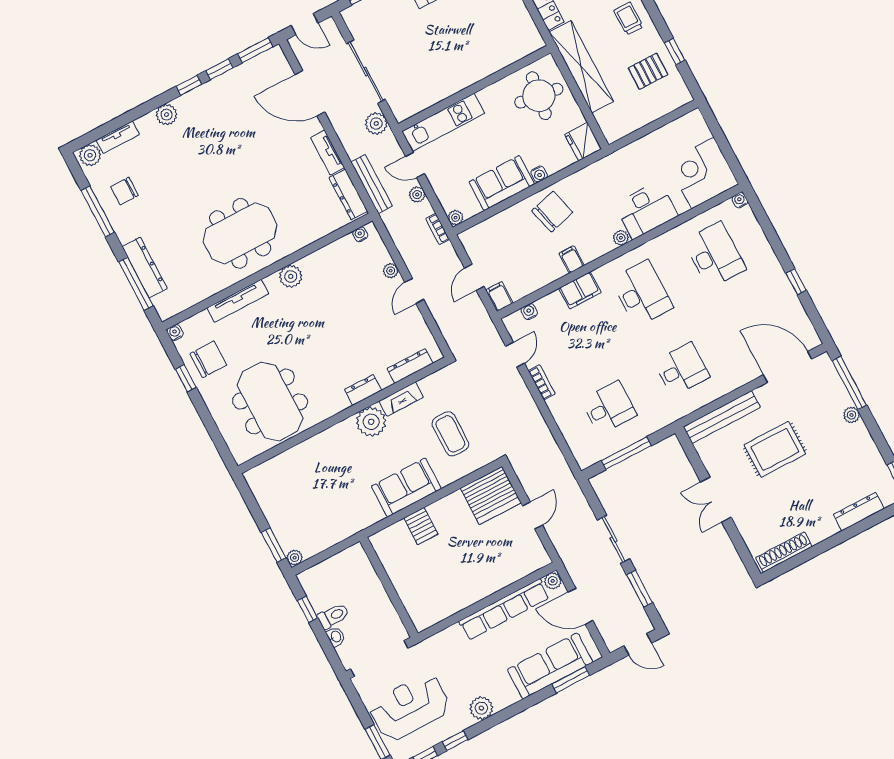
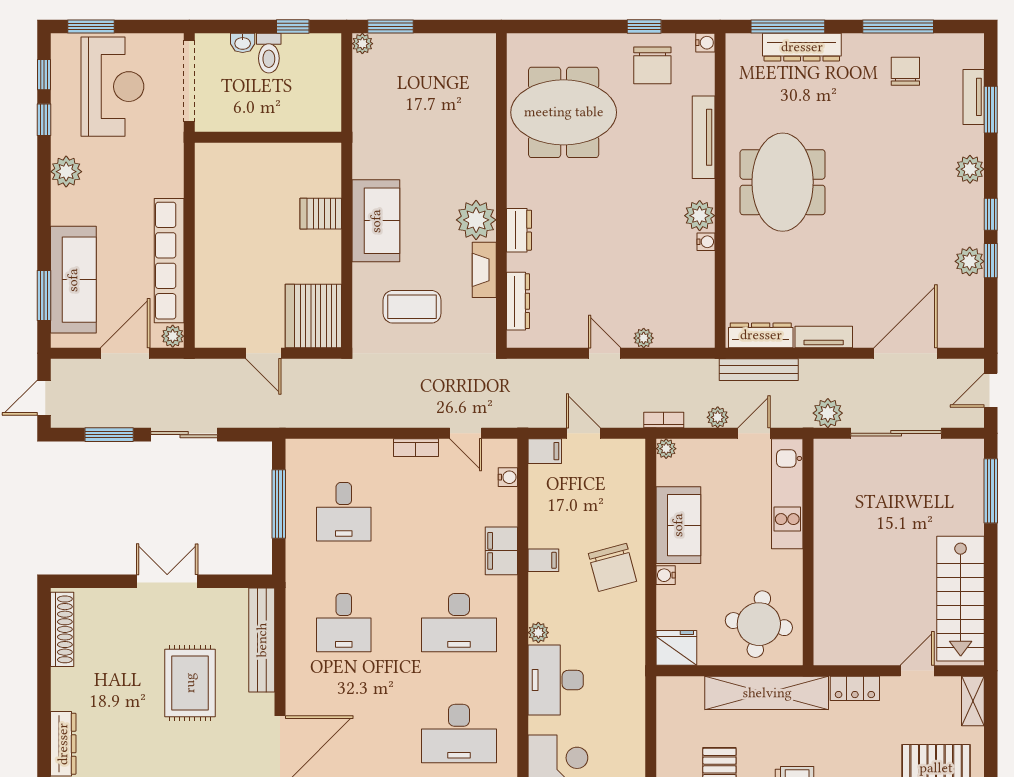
window: (255, 50) -> (991, 110), moved
plant: (90, 155) -> (970, 261), moved
water cooler: (360, 234) -> (706, 242), moved

